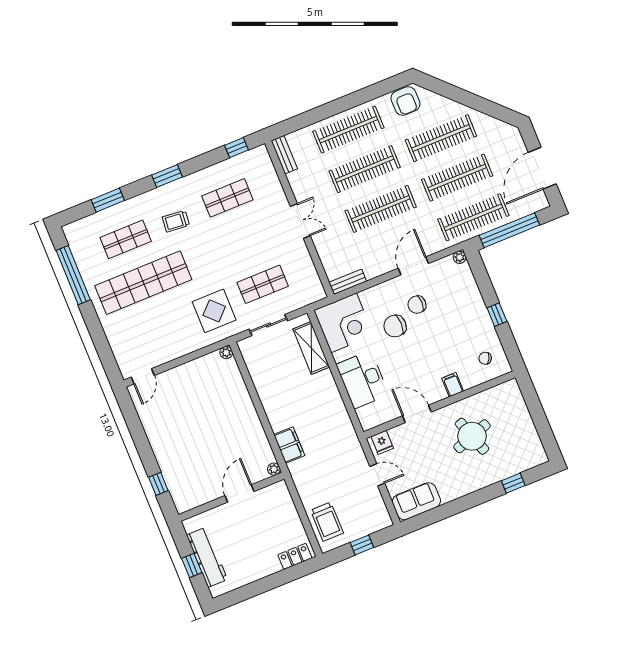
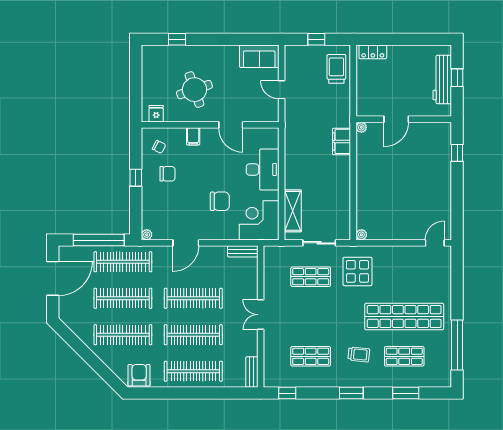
chair: (417, 305) -> (167, 174), moved
fridge: (382, 442) -> (156, 114), moved

